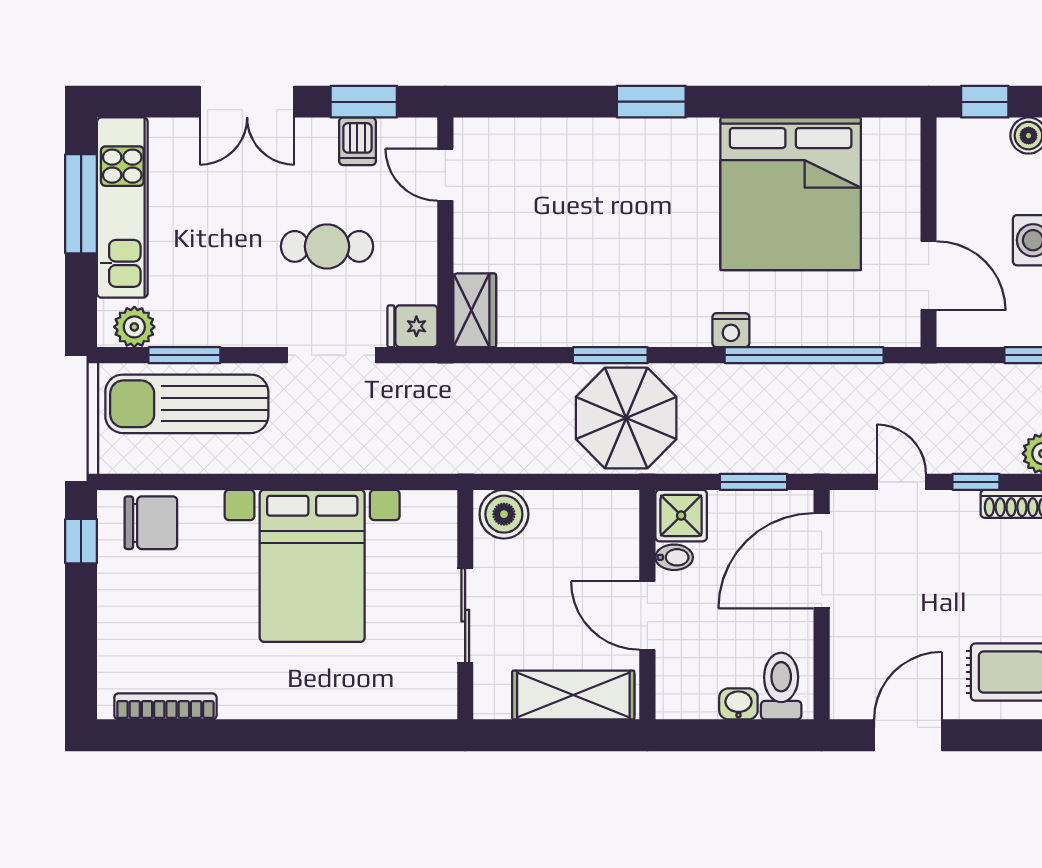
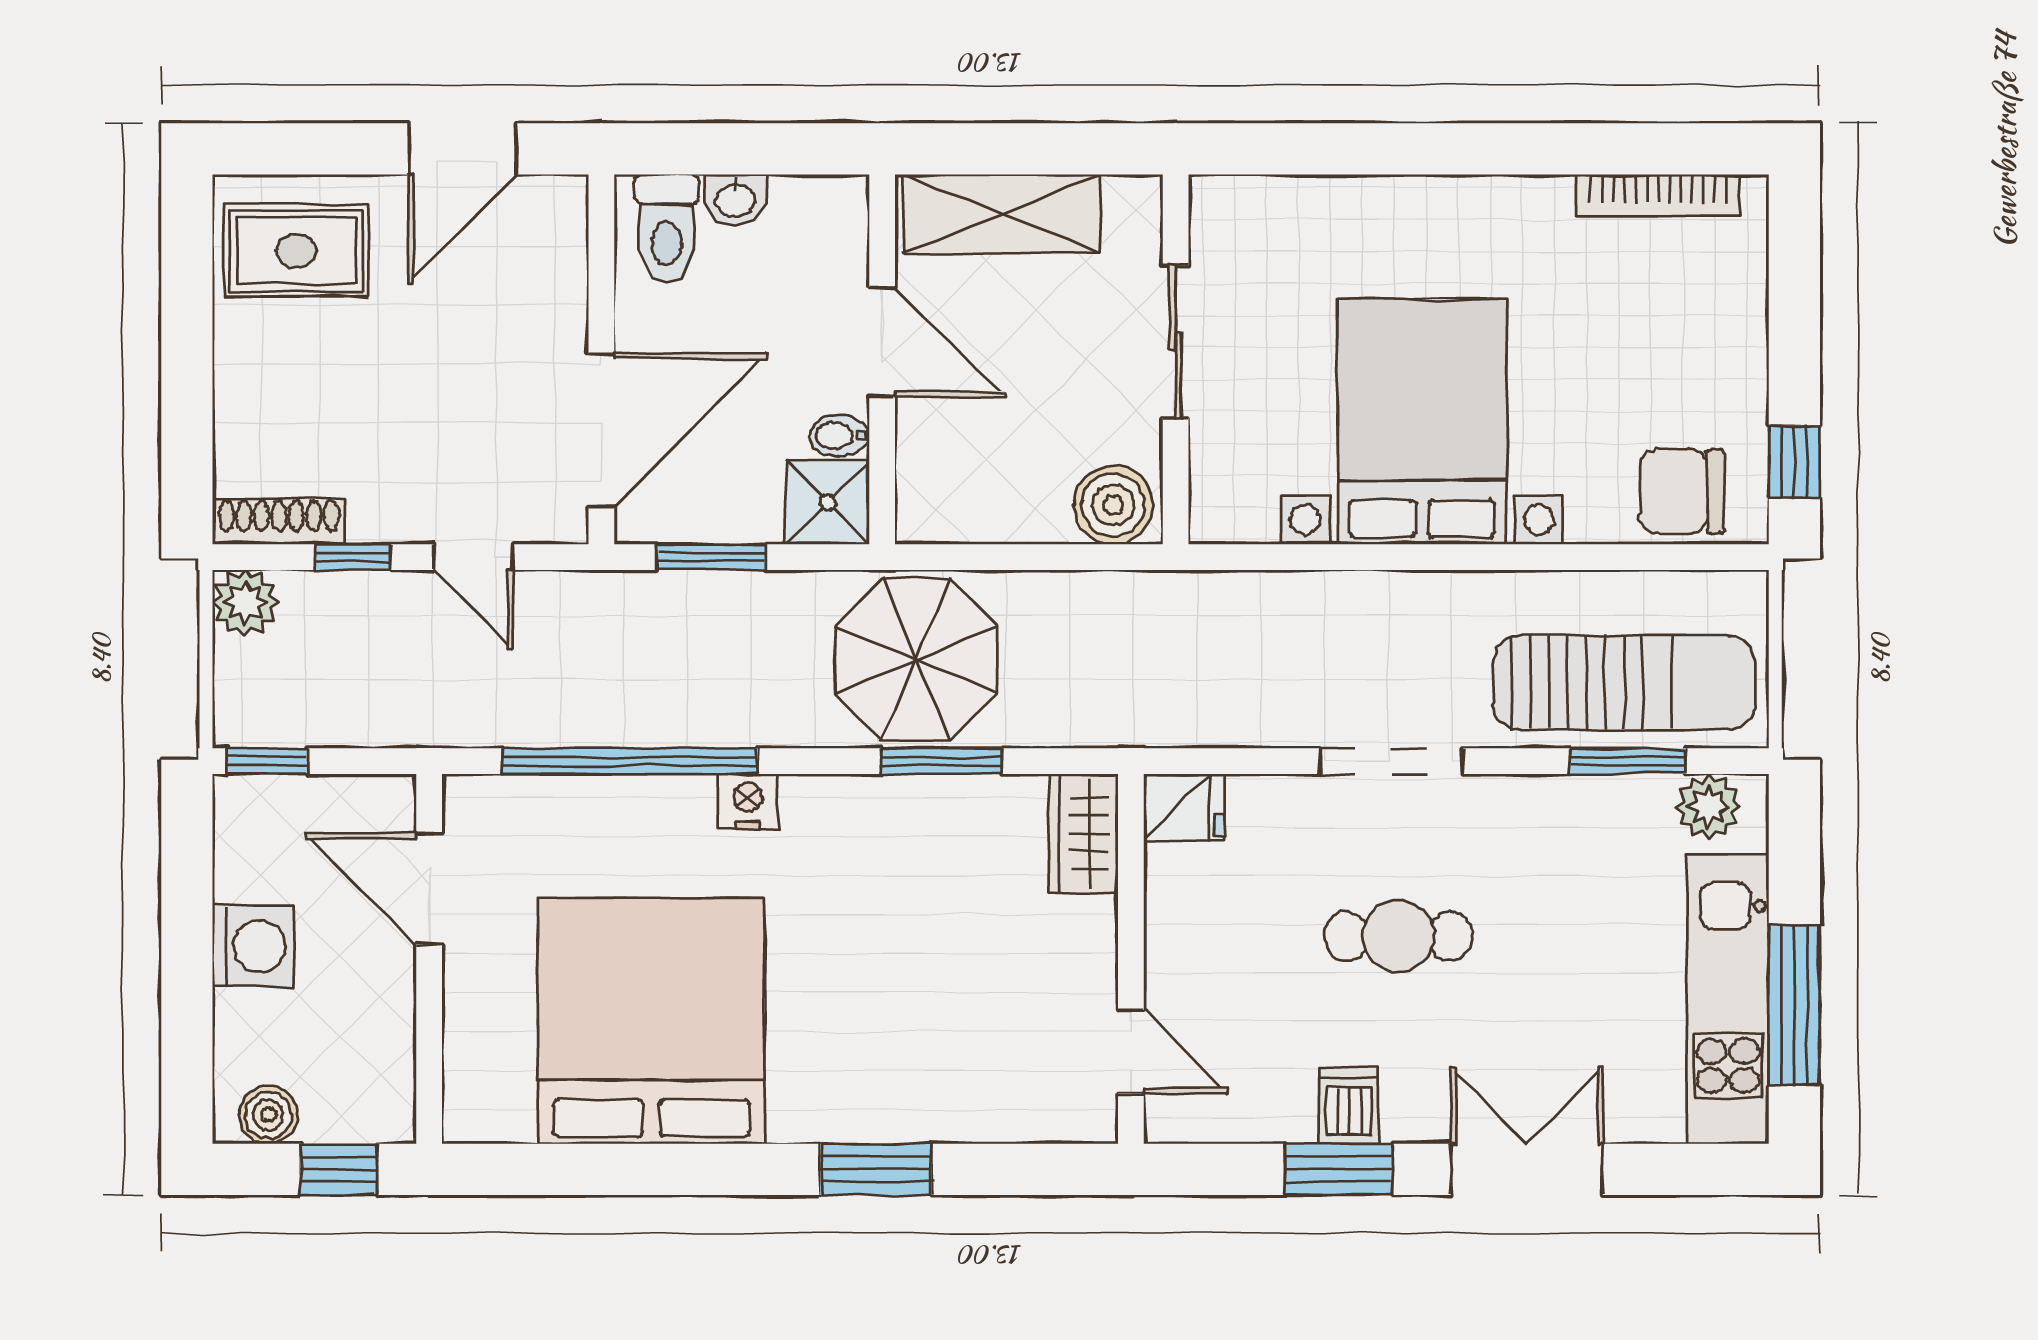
door: (445, 175) -> (1131, 1052), moved
wall: (445, 232) -> (1131, 959), moved
wardrobe: (475, 310) -> (1084, 833), moved
fridge: (412, 326) -> (1184, 808), moved

